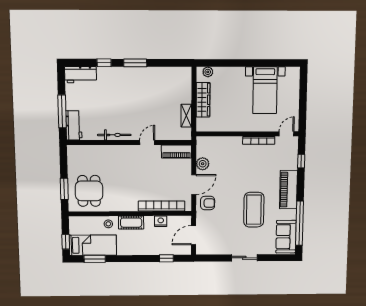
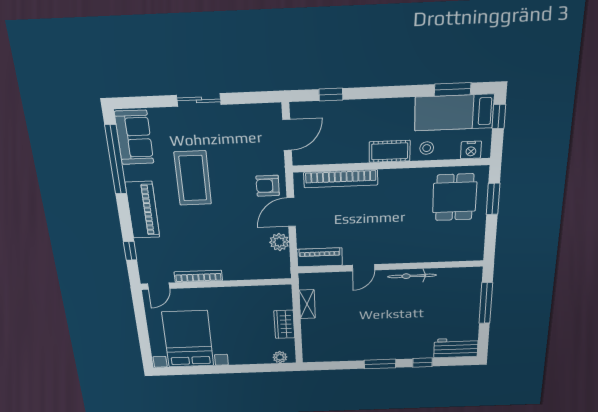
bed with nightstands: (265, 90) -> (188, 339), width x1.36
wardrobe: (203, 100) -> (284, 324), width x0.67
workbench: (74, 125) -> (470, 286), removed
nightstand: (161, 221) -> (471, 150), moved

